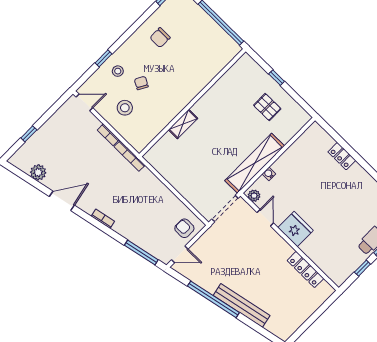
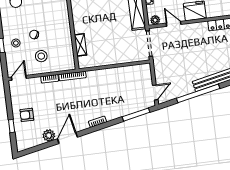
shelving: (183, 124) -> (81, 45), moved
plant: (38, 172) -> (49, 135), moved
armchair: (184, 228) -> (27, 115), moved

